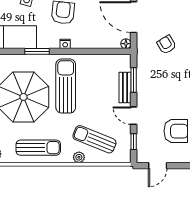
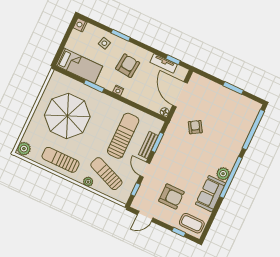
sun lounger: (66, 86) -> (123, 136), moved
sun lounger: (38, 148) -> (61, 160), turned 180

